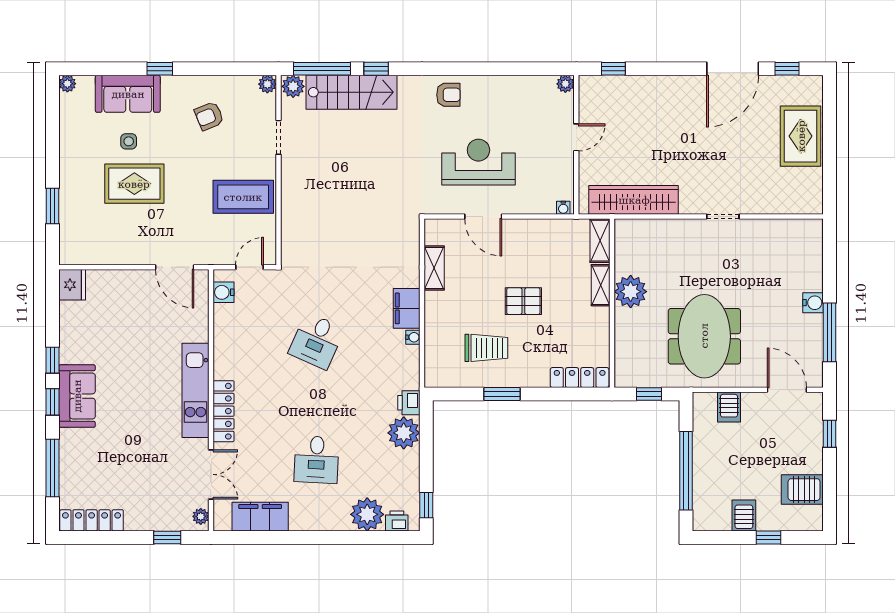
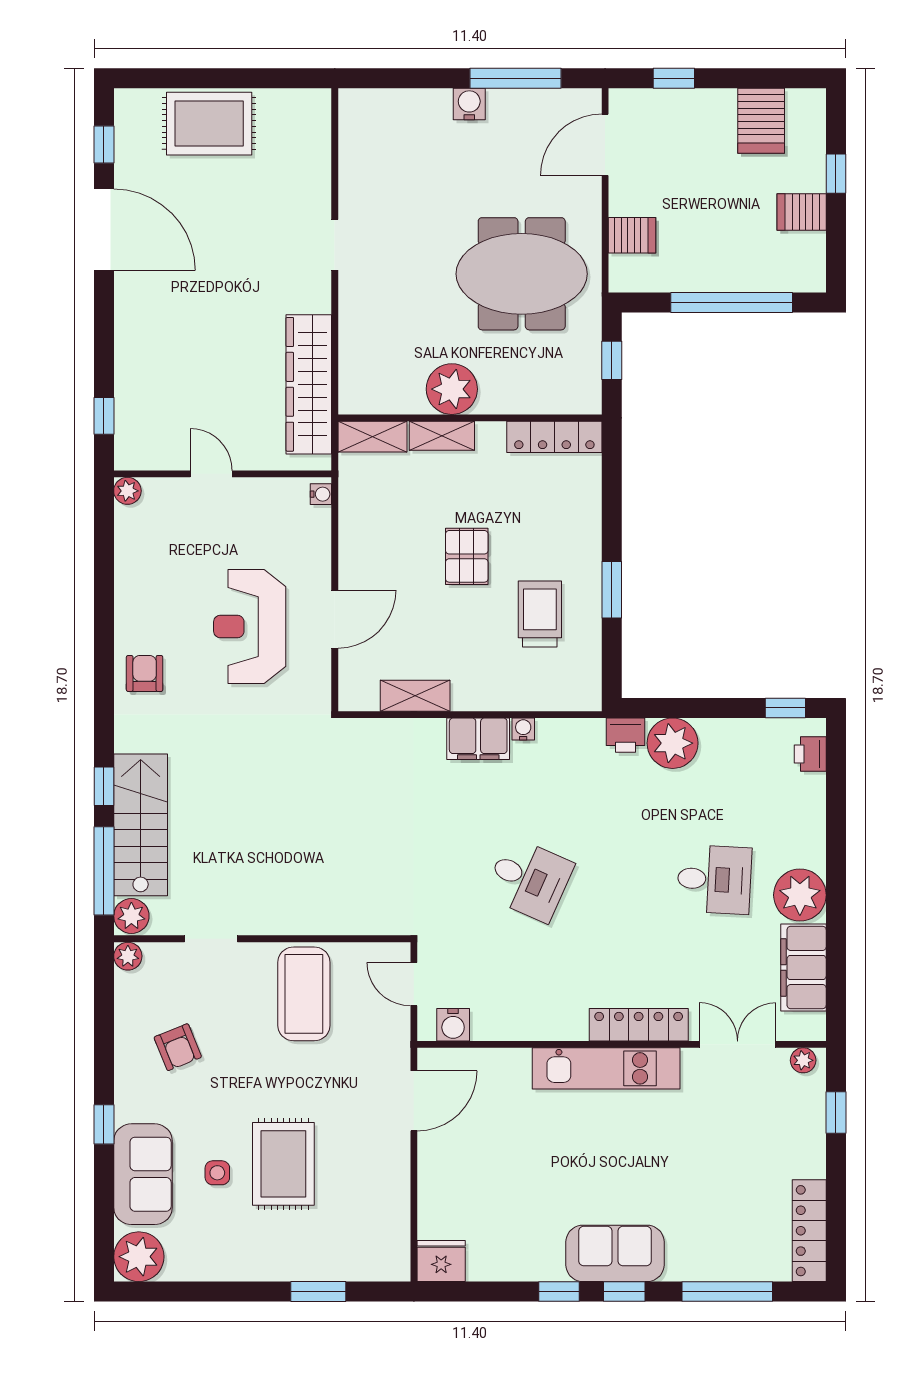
plant: (67, 84) -> (139, 1257), width x1.87, depth x1.87
locker: (580, 378) -> (554, 437), moved, turned -90
plant: (367, 514) -> (800, 895), moved

